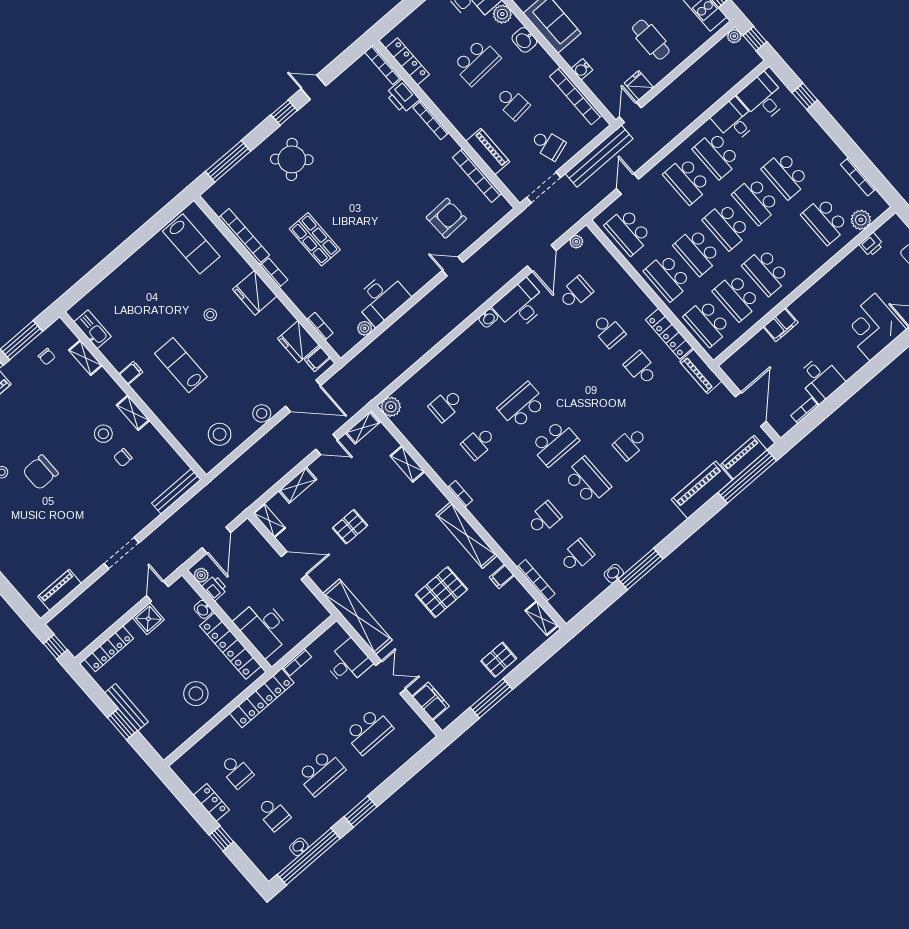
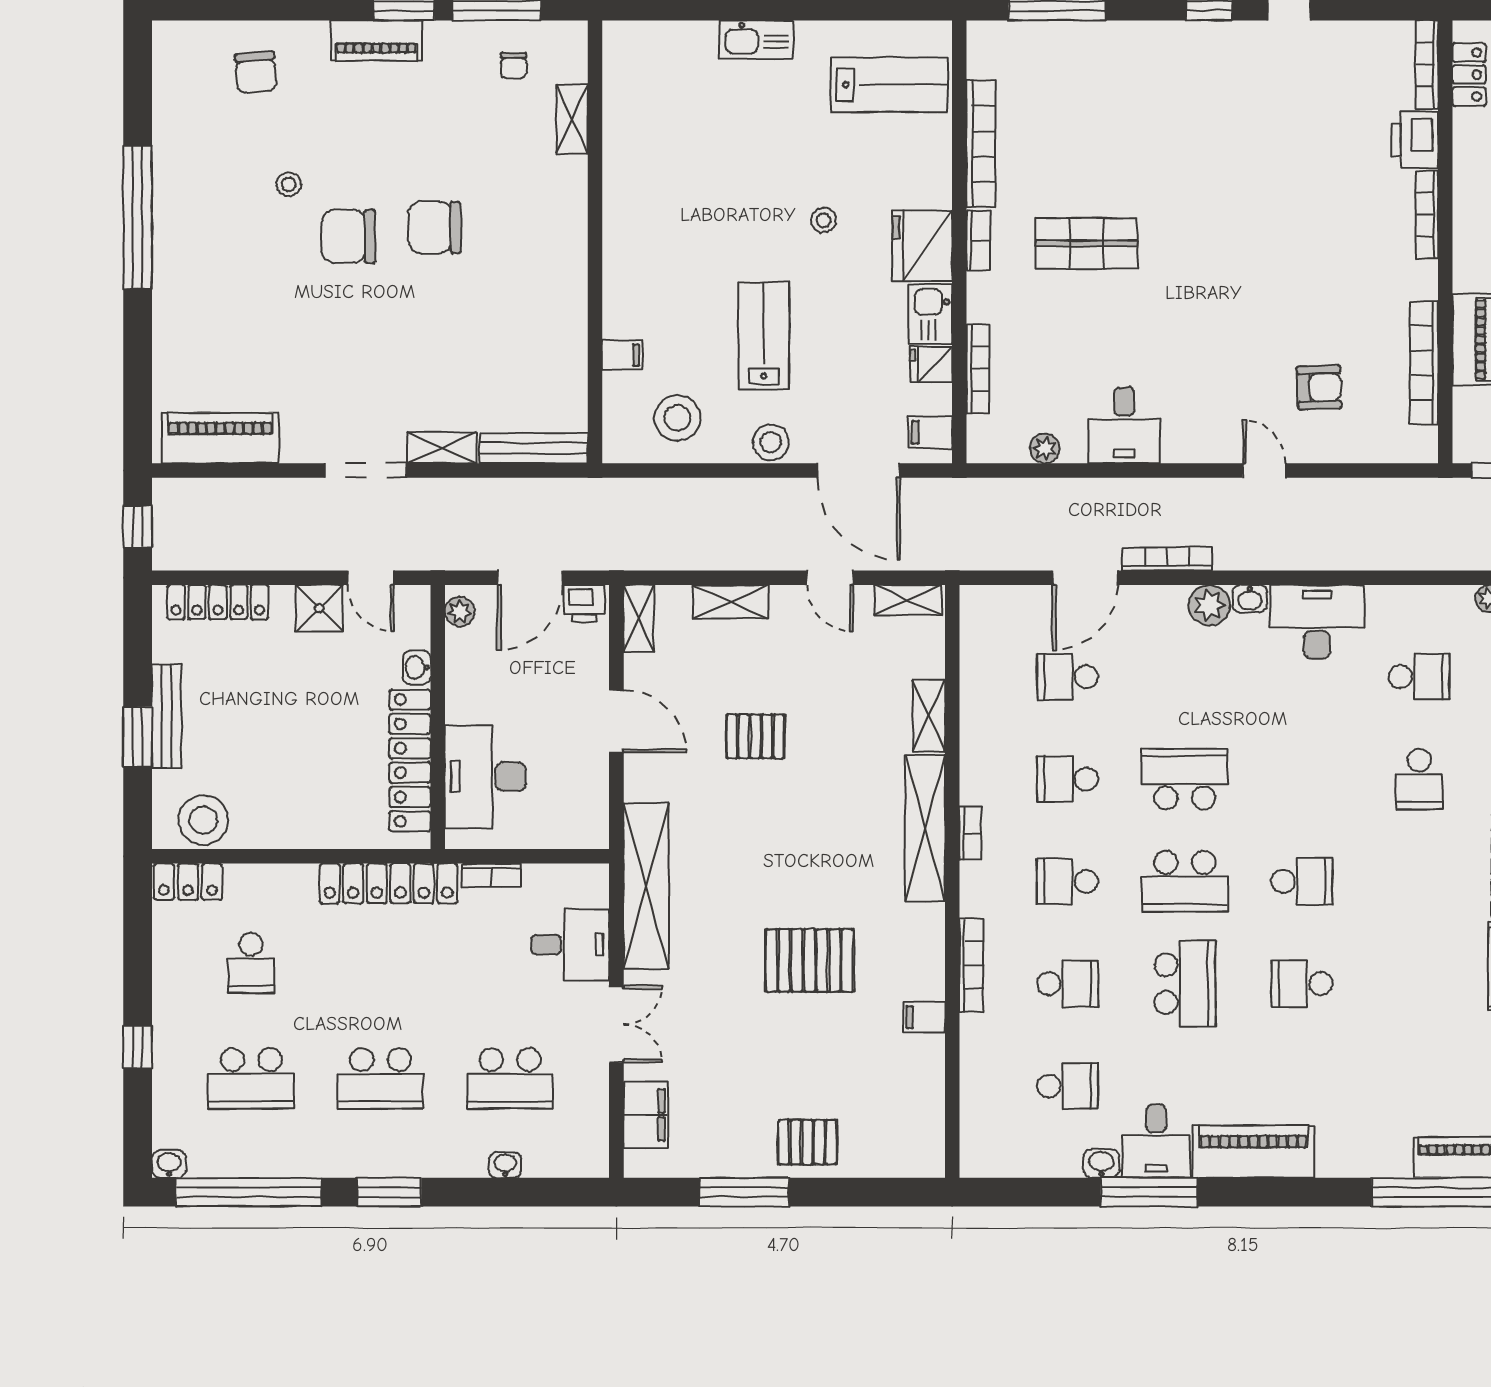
locker: (407, 61) -> (1469, 75), width x0.66
round table: (292, 159) -> (1158, 89), removed
armchair: (446, 218) -> (1319, 387), width x0.72, depth x0.72
shop shelf: (315, 239) -> (1087, 243), turned 90
lab bench: (191, 244) -> (889, 85), turned -90
door: (542, 258) -> (1085, 578), moved
desk: (382, 299) -> (1124, 425), width x0.73
kitchen sink: (280, 315) -> (930, 314), added
bookcase: (320, 326) -> (978, 369), width x1.56
kitchen sink: (92, 329) -> (756, 40), moved, turned 90
bookcase: (445, 330) -> (1167, 559), added
fridge: (298, 342) -> (931, 364), width x0.53, depth x0.75
lab bench: (181, 365) -> (764, 336), moved
school desk: (641, 368) -> (1302, 881), moved, turned 90
filing cabinet: (131, 373) -> (622, 355), moved
plant: (391, 407) -> (1209, 605), moved
shelving: (133, 413) -> (442, 448), moved, turned 90
stool: (103, 434) -> (498, 261), removed
chair: (123, 458) -> (435, 227), moved, width x1.87, depth x1.87
school desk: (511, 481) -> (1068, 881), added
piano: (702, 490) -> (1254, 1152), moved
shelving: (467, 535) -> (925, 828), moved
desk: (627, 548) -> (1156, 1141), added
bookcase: (536, 581) -> (971, 965), moved
printer: (215, 588) -> (584, 603), moved, turned 90
piano: (60, 590) -> (220, 438), width x1.37, depth x1.33
door: (157, 591) -> (370, 578), swing flipped
shelving: (542, 618) -> (930, 1135), removed
stool: (196, 694) -> (203, 820), moved
washbasin: (395, 765) -> (505, 1165), added
locker: (211, 803) -> (188, 882), moved, turned 90
school desk: (273, 814) -> (251, 1078), width x1.85
washbasin: (299, 847) -> (169, 1164), moved

